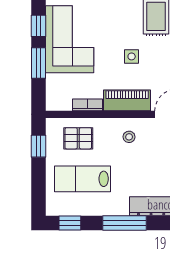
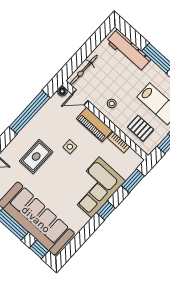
window: (39, 63) -> (133, 181), moved

